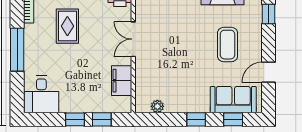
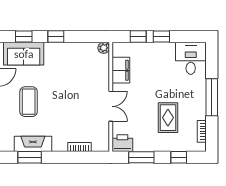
plant: (157, 106) -> (104, 48), moved

